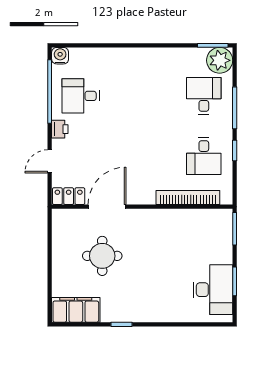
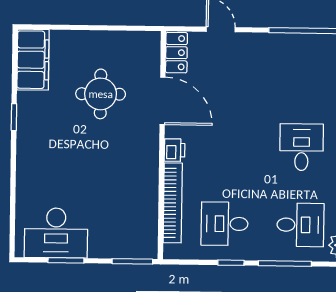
desk: (81, 96) -> (302, 147), moved
printer: (60, 129) -> (175, 150), moved, turned -90

